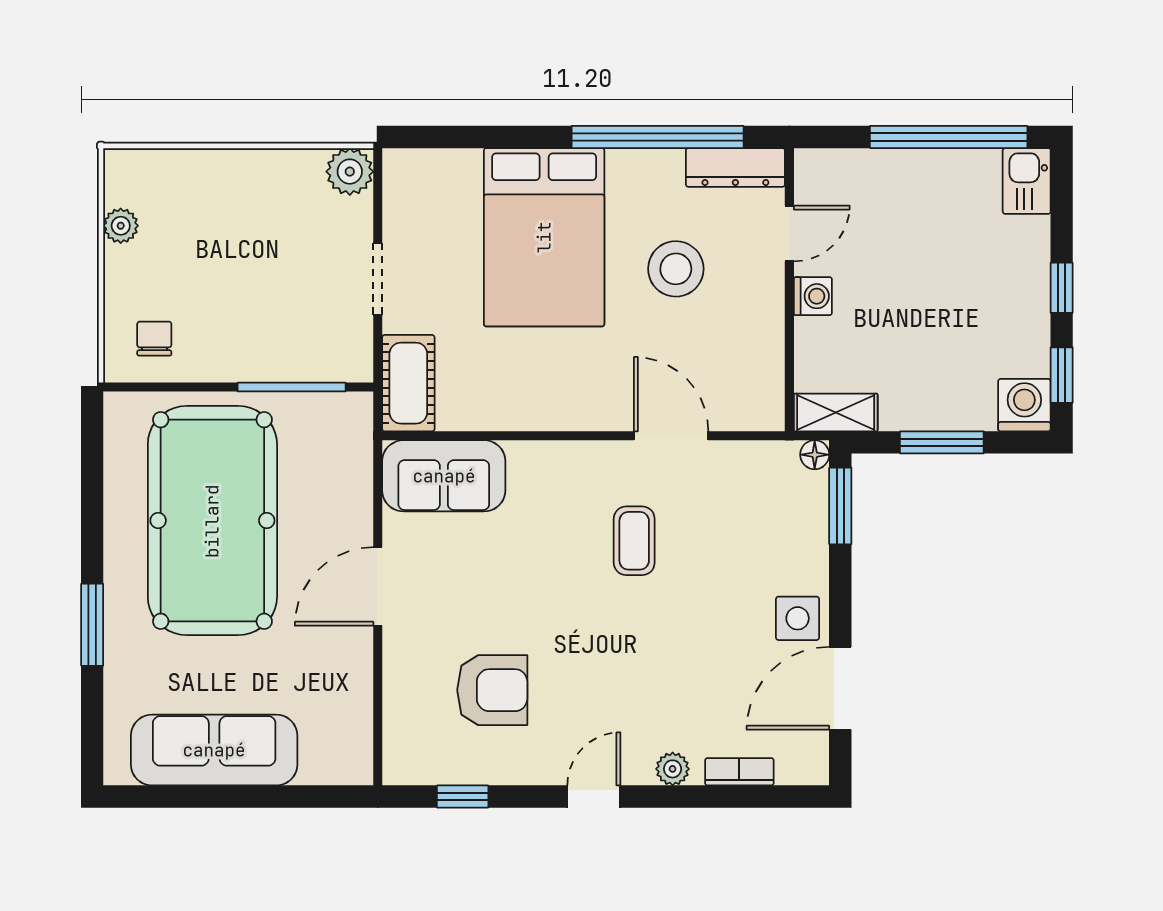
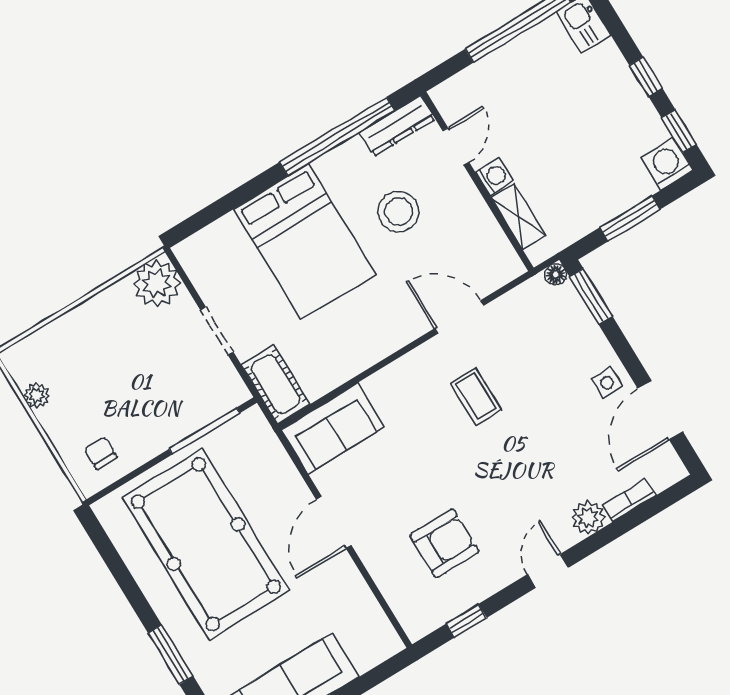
plant: (350, 172) -> (157, 283), width x1.36, depth x1.36
shelving: (836, 412) -> (519, 217), moved, turned 90
side table: (798, 618) -> (607, 383), width x0.73, depth x0.73
plant: (673, 769) -> (588, 518), width x1.38, depth x1.38

